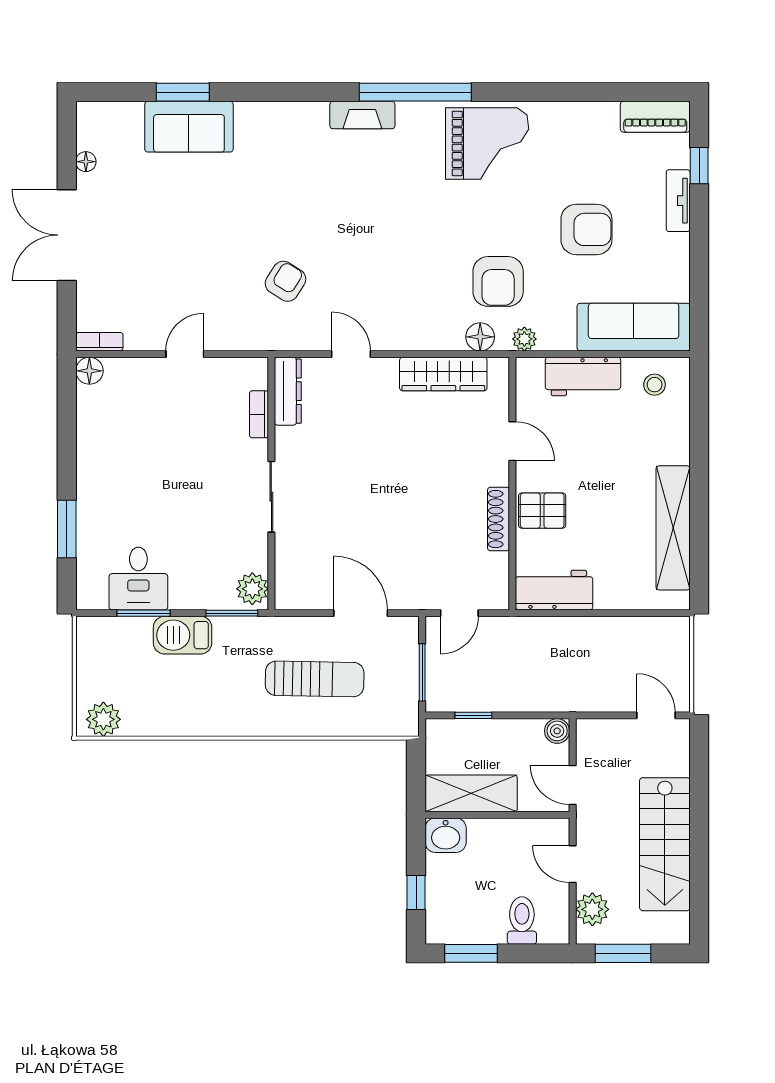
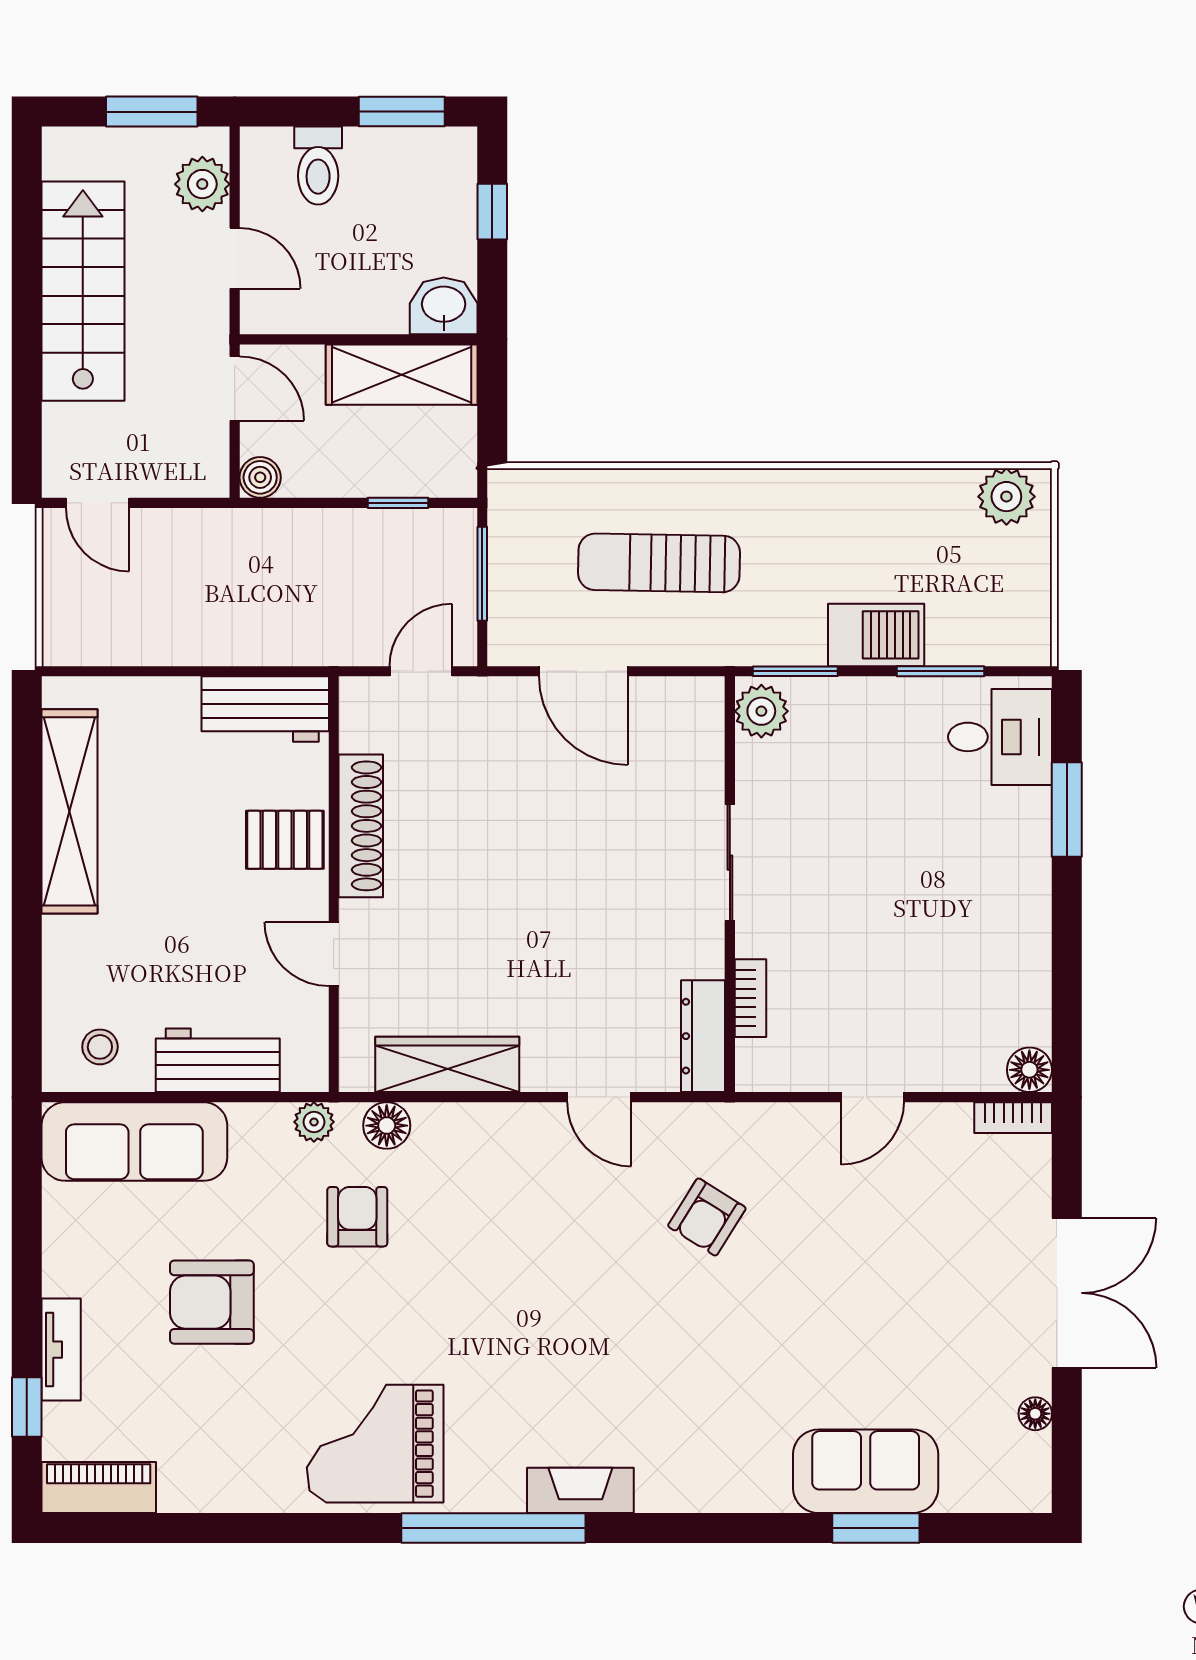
armchair: (498, 281) -> (357, 1217), width x0.72, depth x0.72
shoe rack: (498, 519) -> (361, 826), width x1.36, depth x1.24
desk: (138, 579) -> (1000, 737), moved, turned 90

